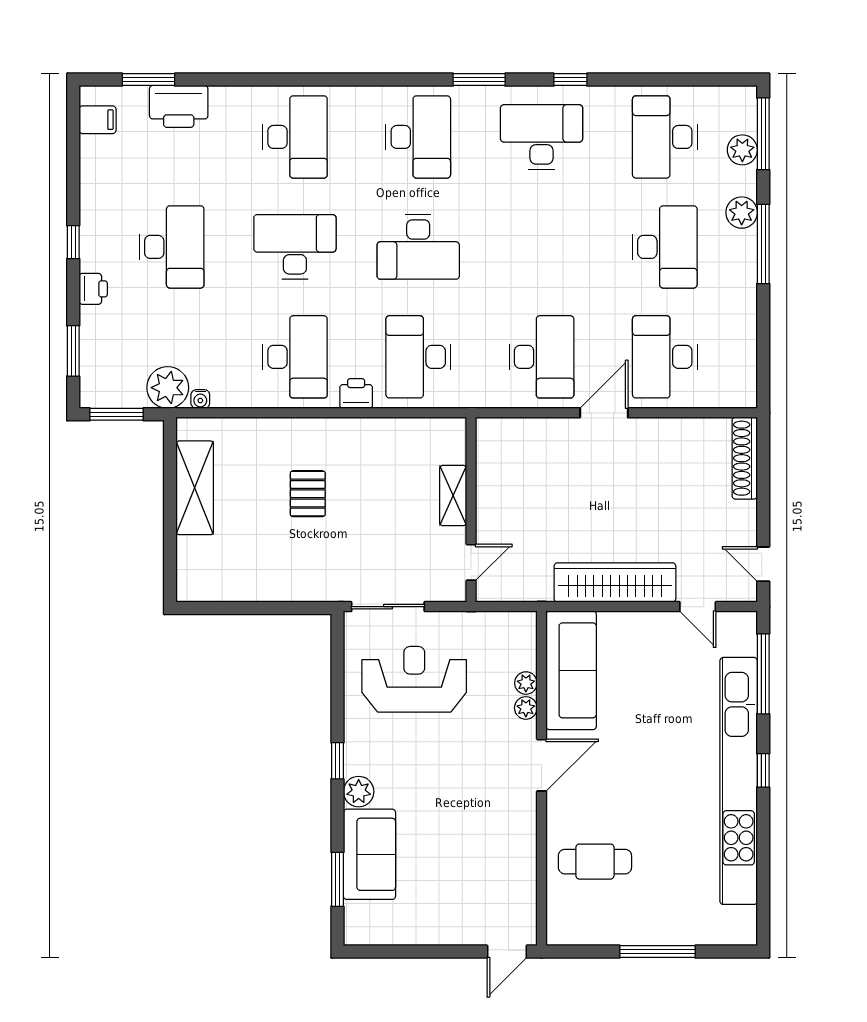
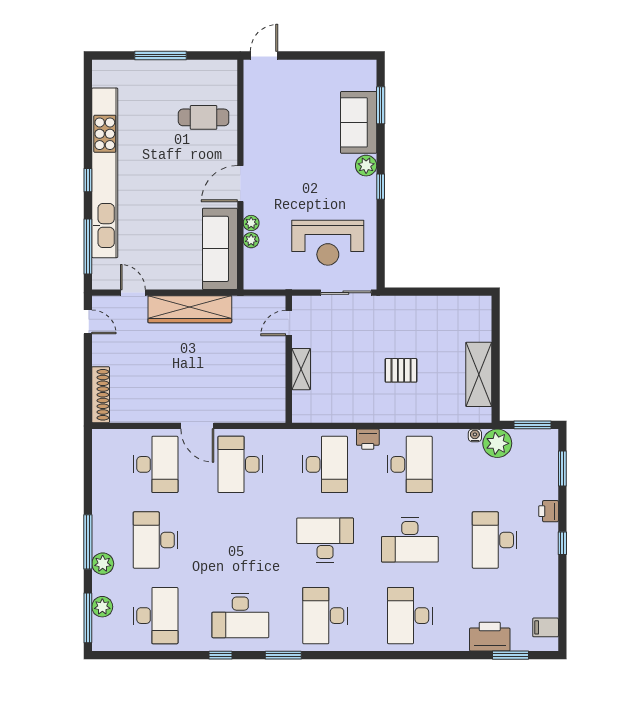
desk: (295, 357) -> (410, 464), turned 180
door: (604, 413) -> (197, 426), hinge flipped
pallet: (308, 494) -> (401, 370), turned 90

